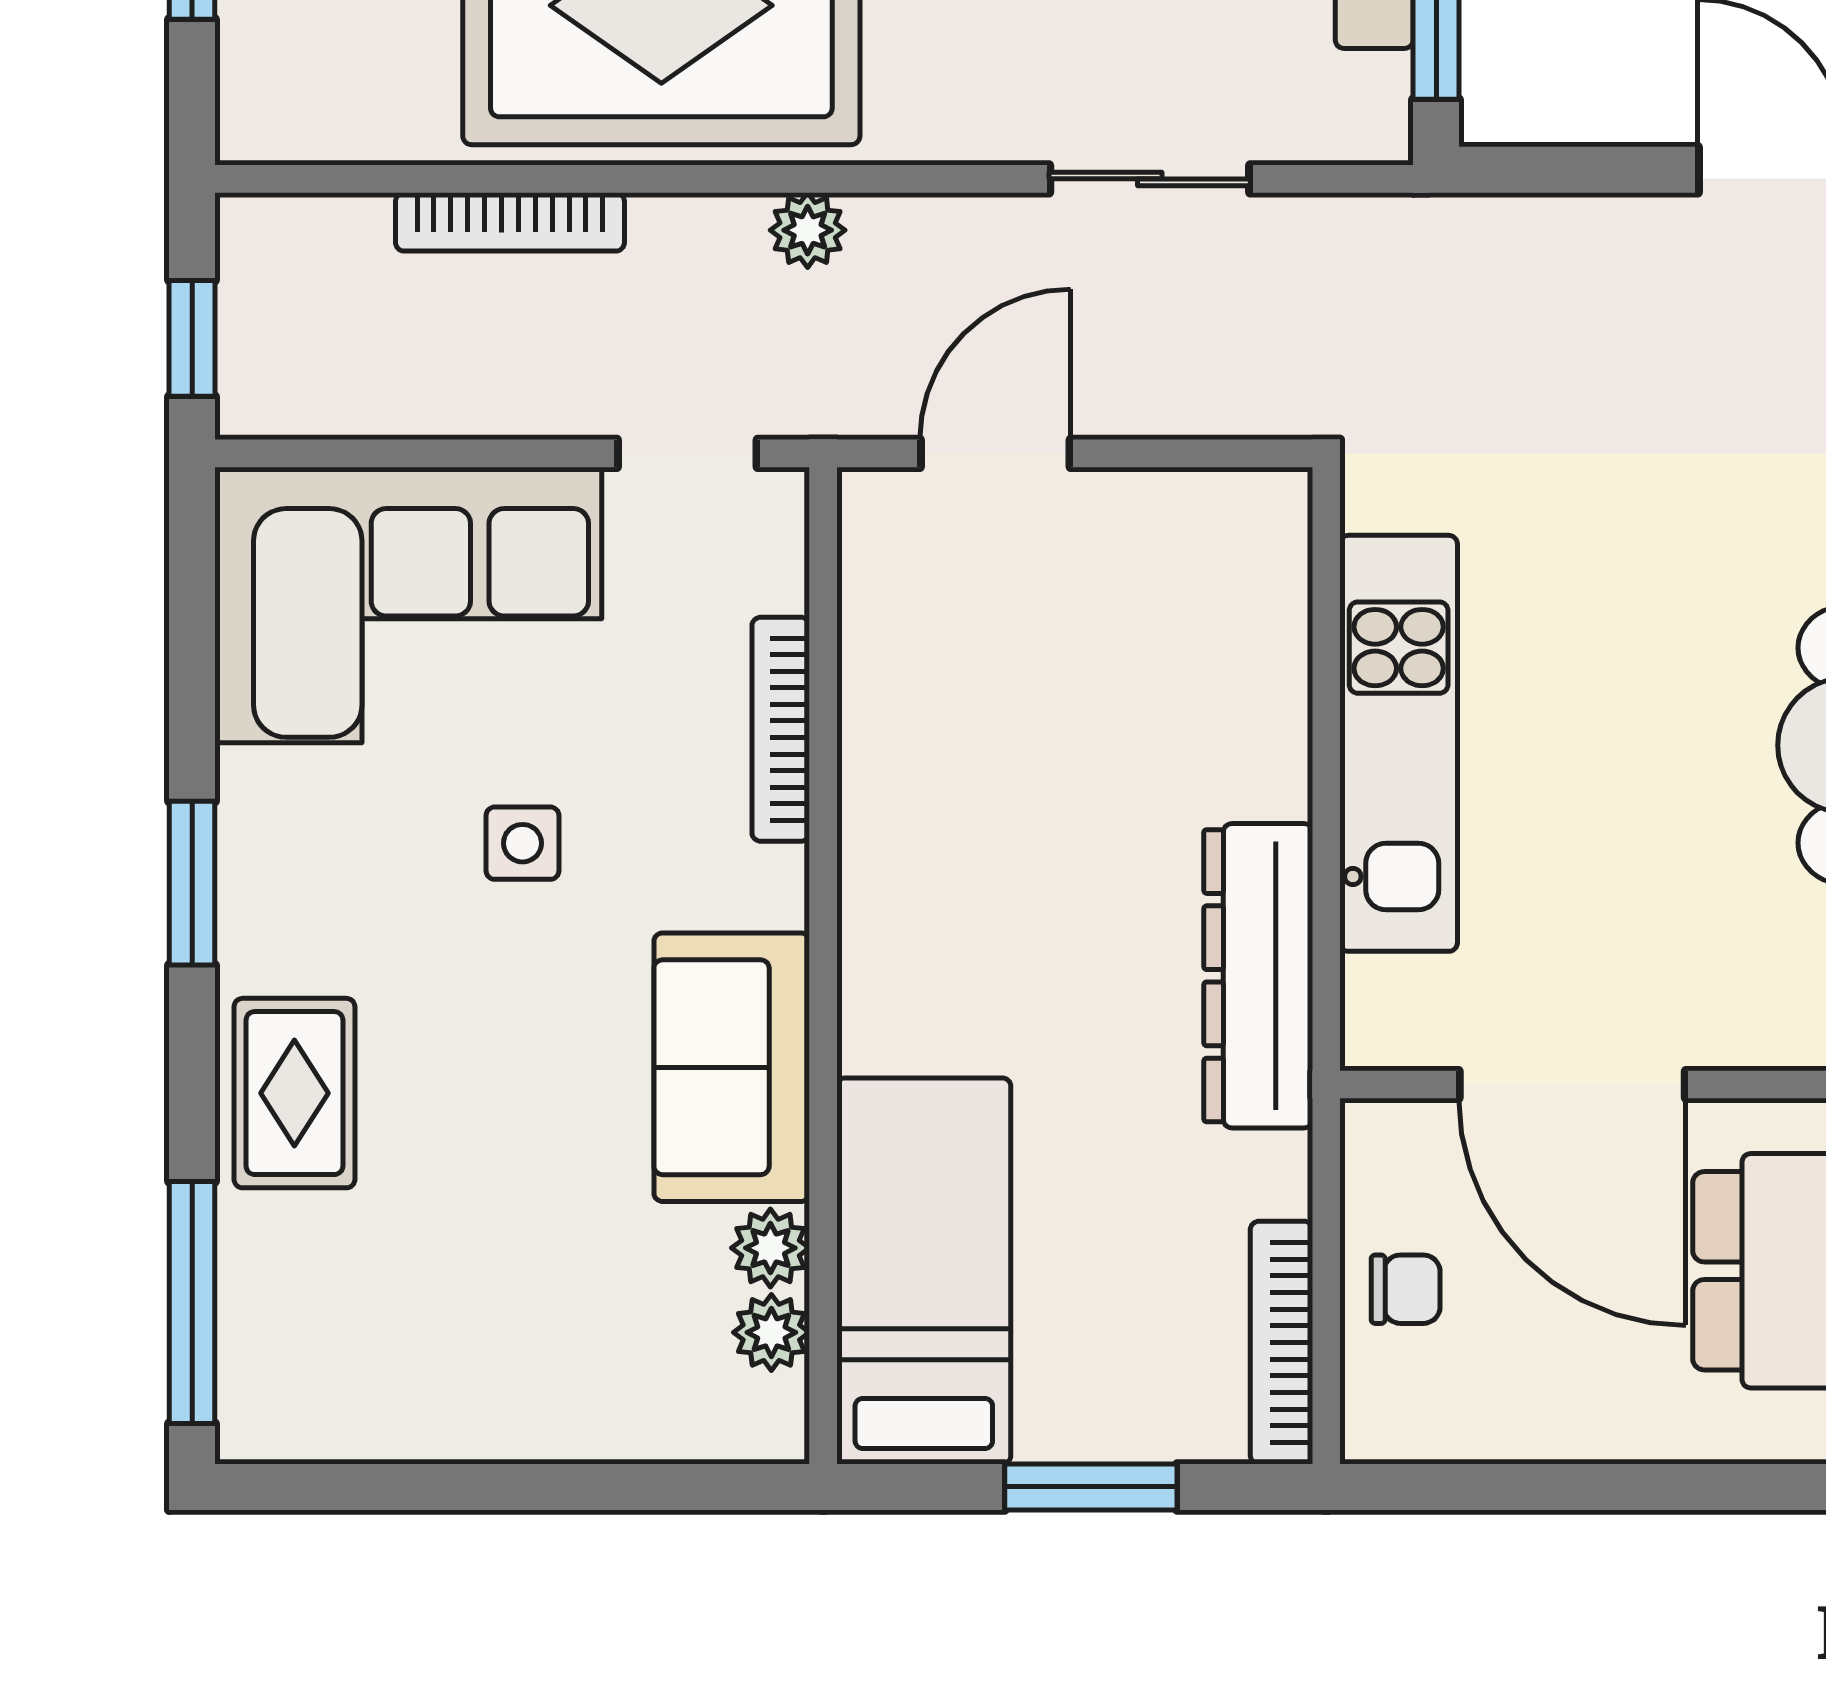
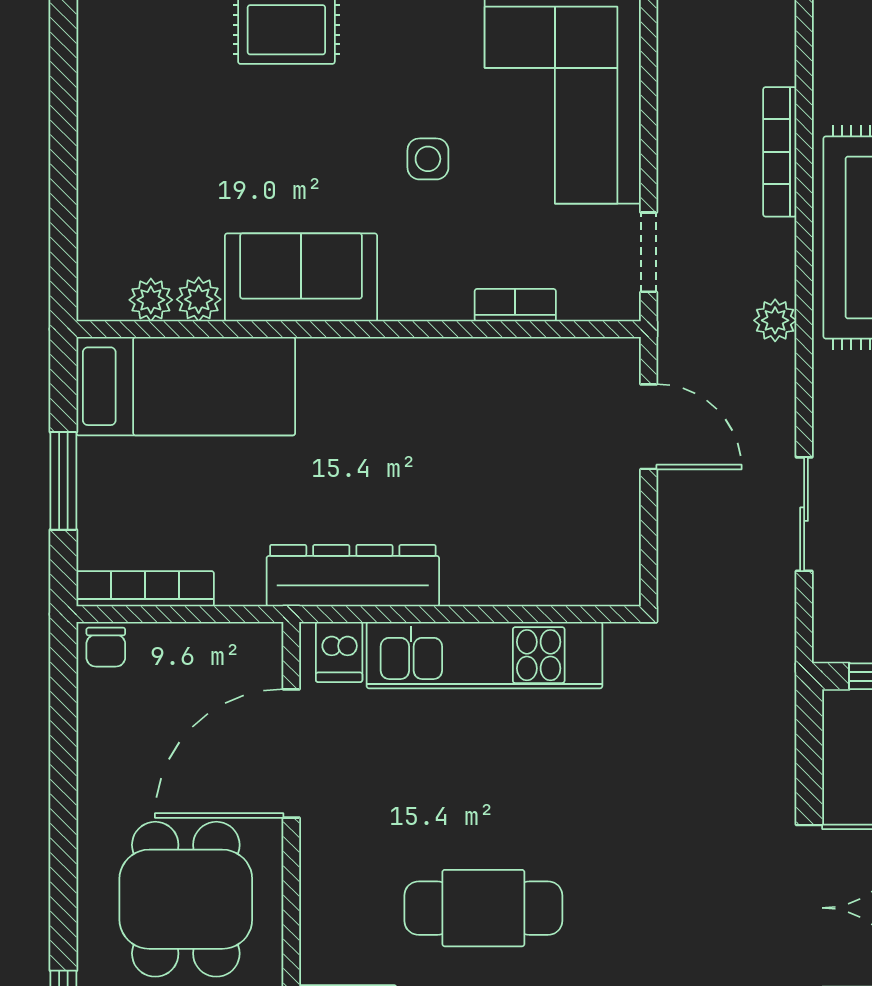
bookcase: (781, 729) -> (515, 305), width x0.64
dishwasher: (1393, 1000) -> (339, 652), added
chair: (1406, 1289) -> (106, 647), moved

